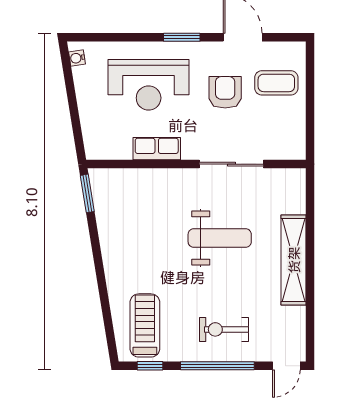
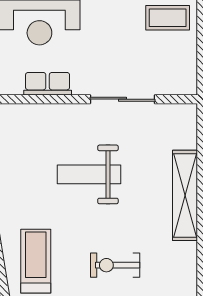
armchair: (225, 92) -> (116, 27), removed
weight bench: (220, 238) -> (89, 174), moved, turned 180

